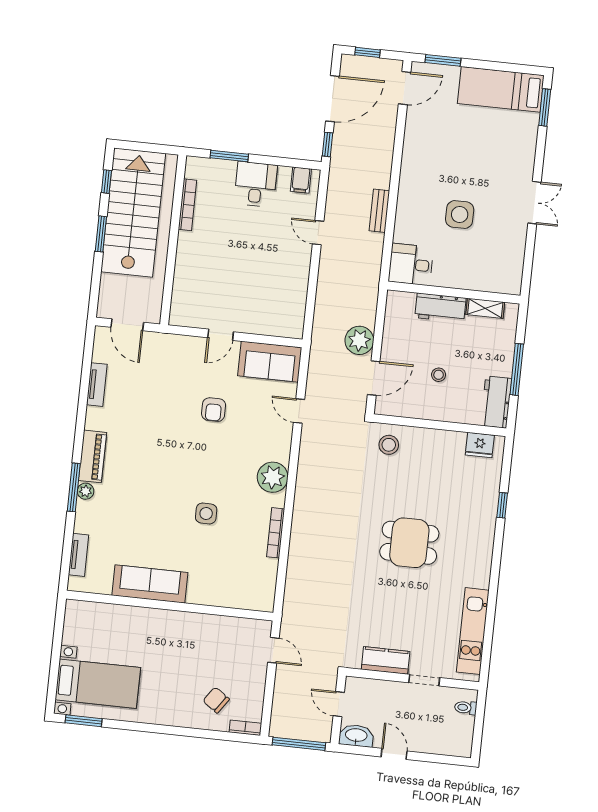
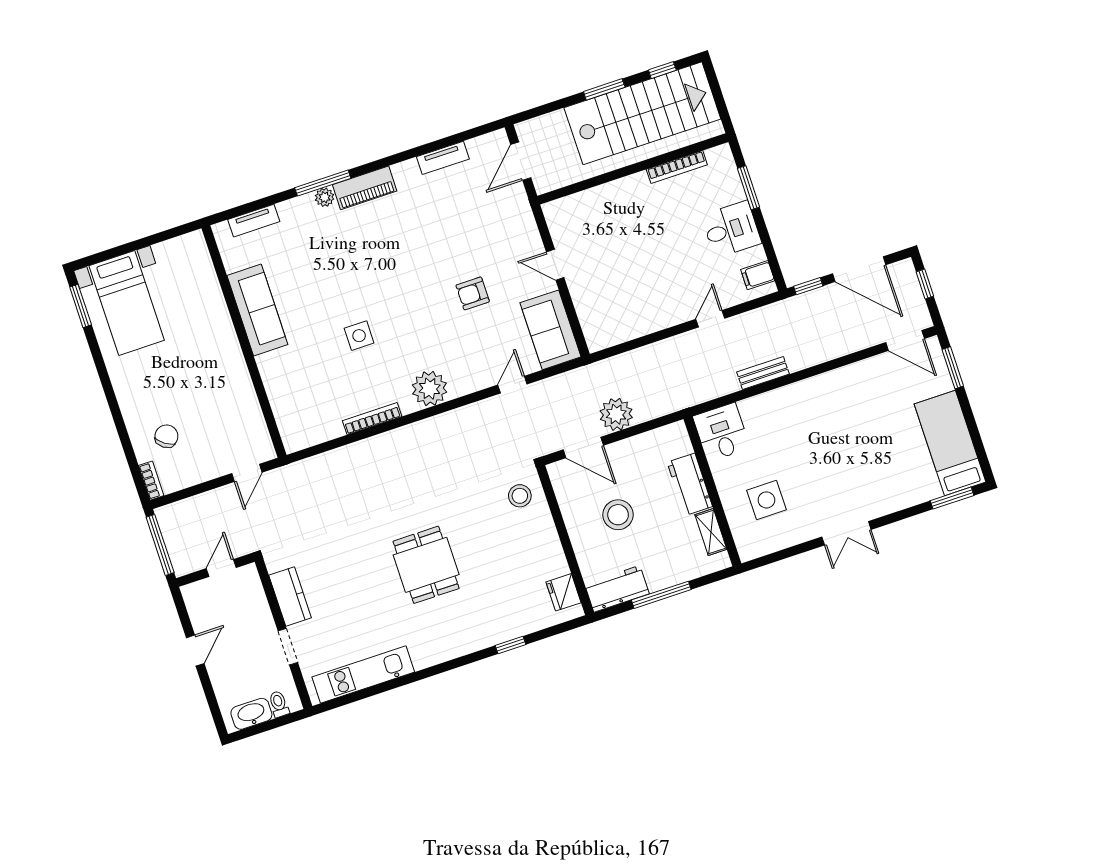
side table: (460, 215) -> (766, 500), moved
stool: (439, 375) -> (618, 515), width x1.89, depth x1.89
washbasin: (356, 736) -> (251, 714), moved, turned -90

